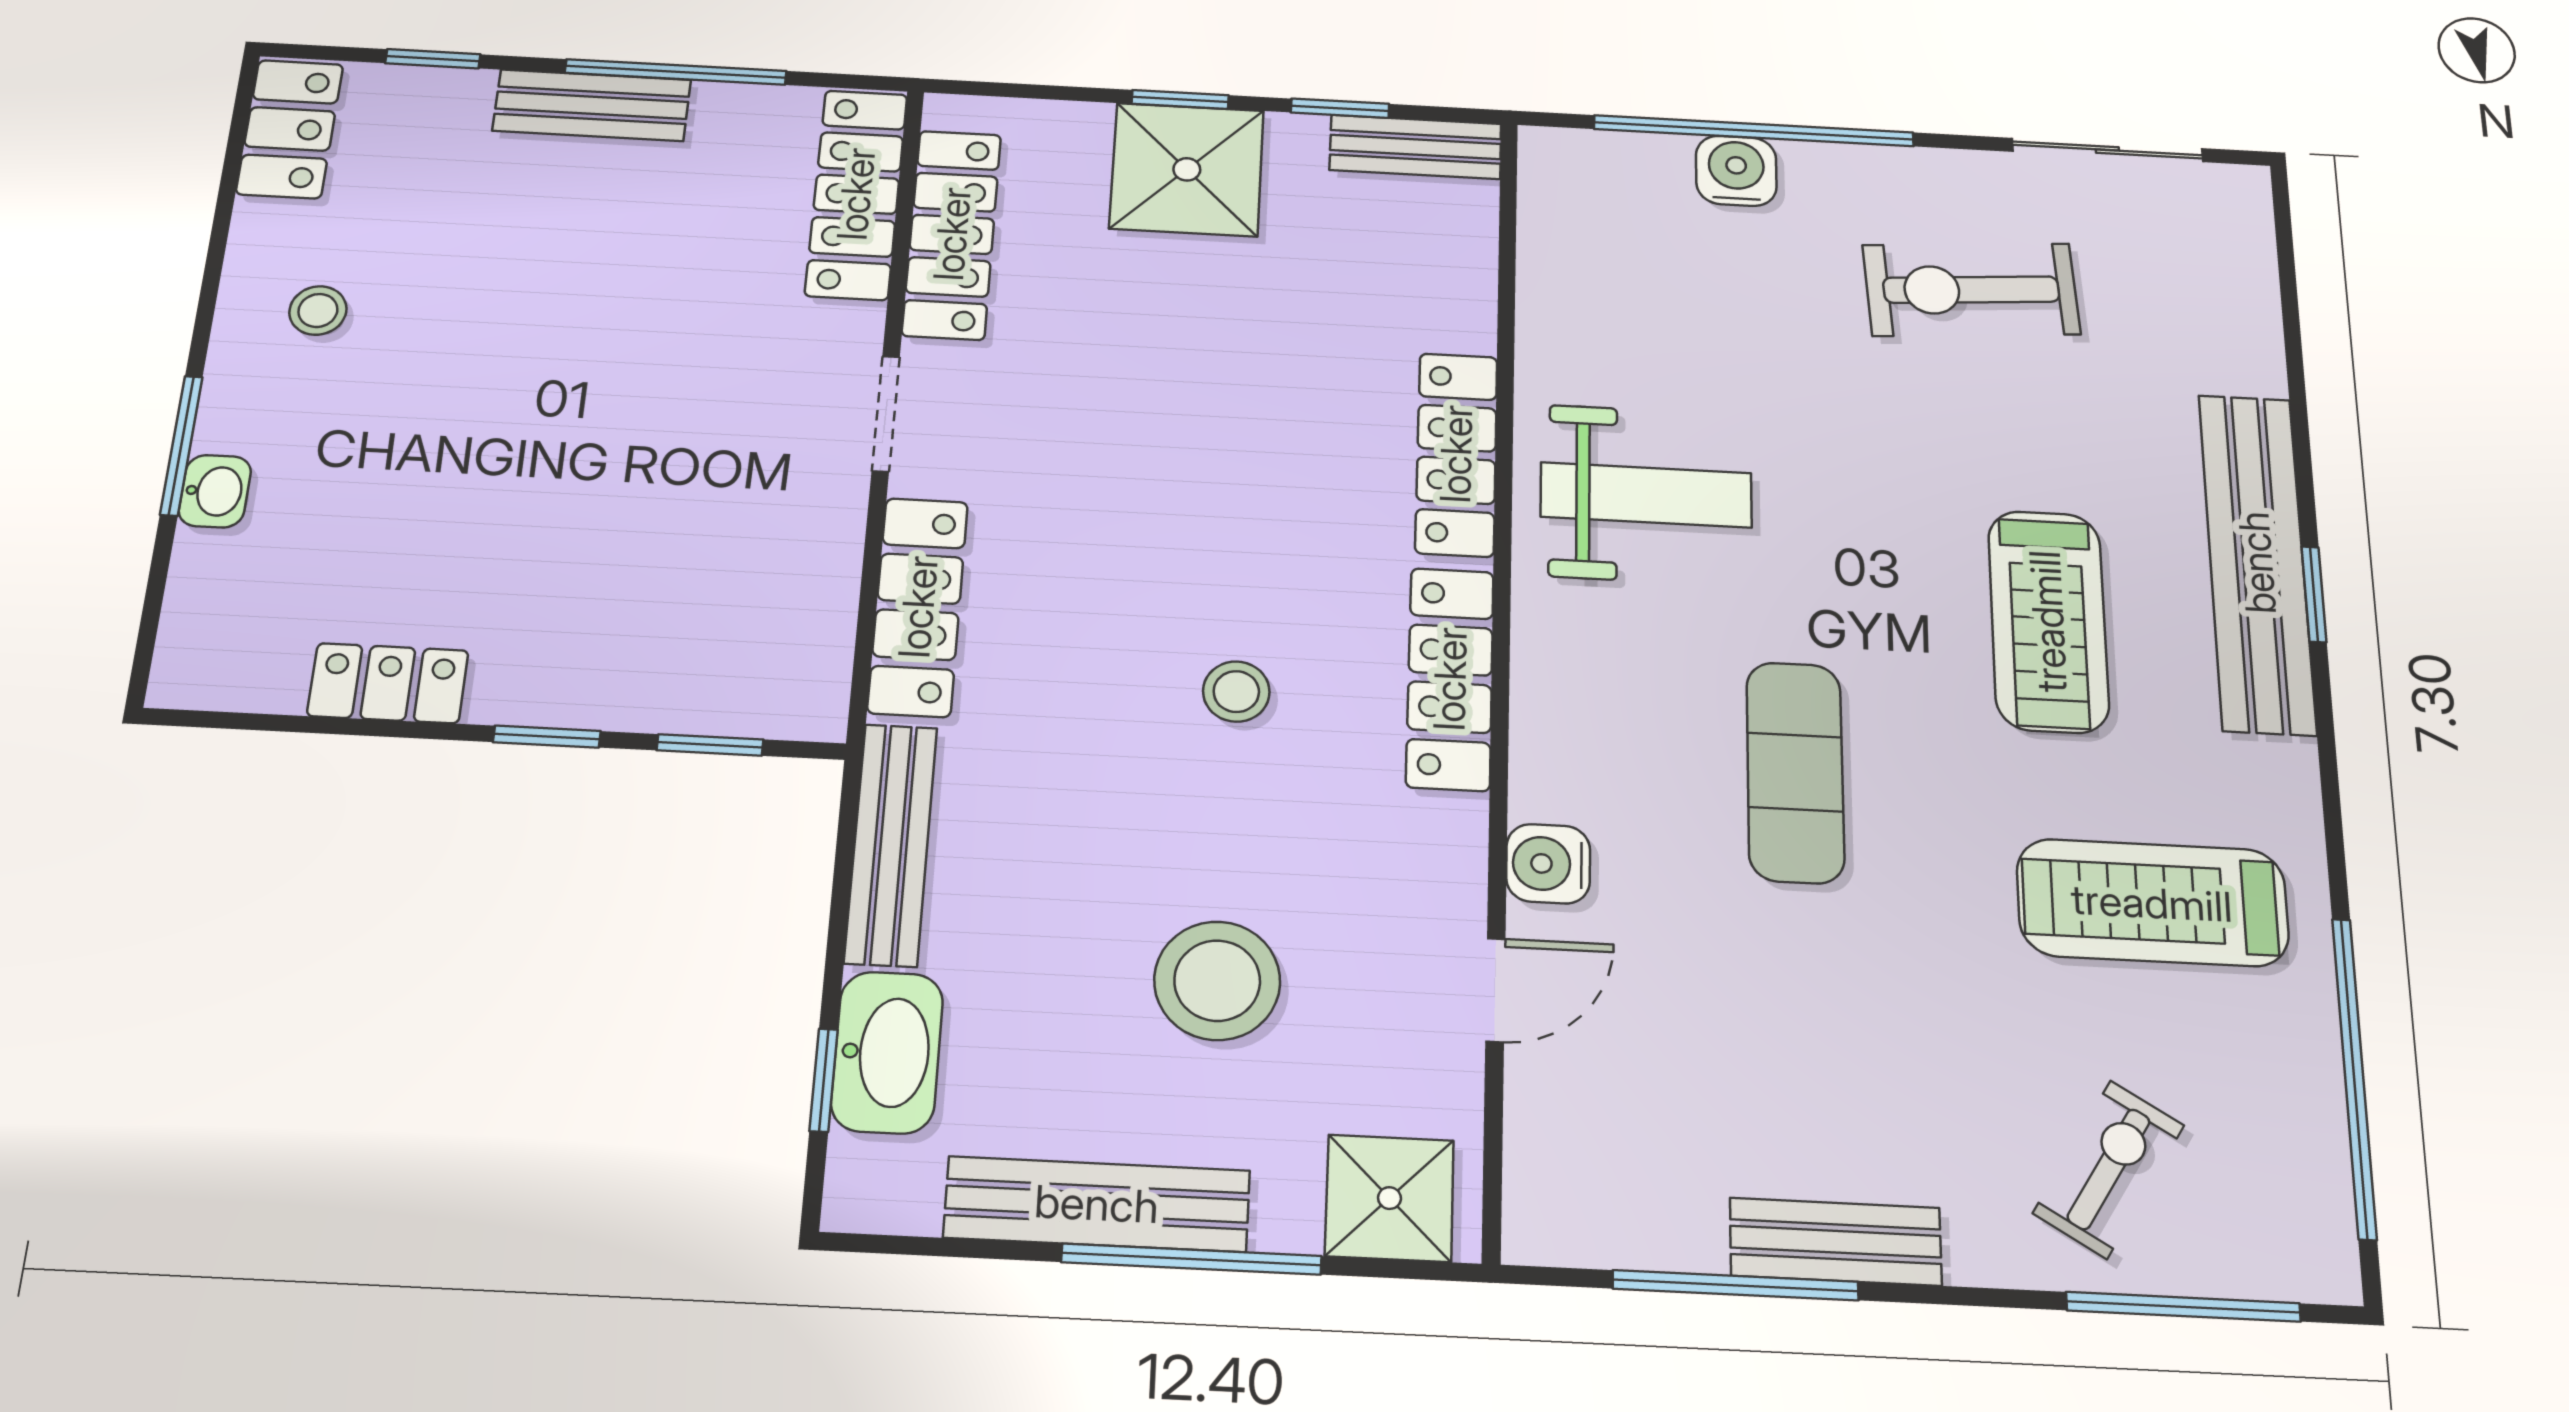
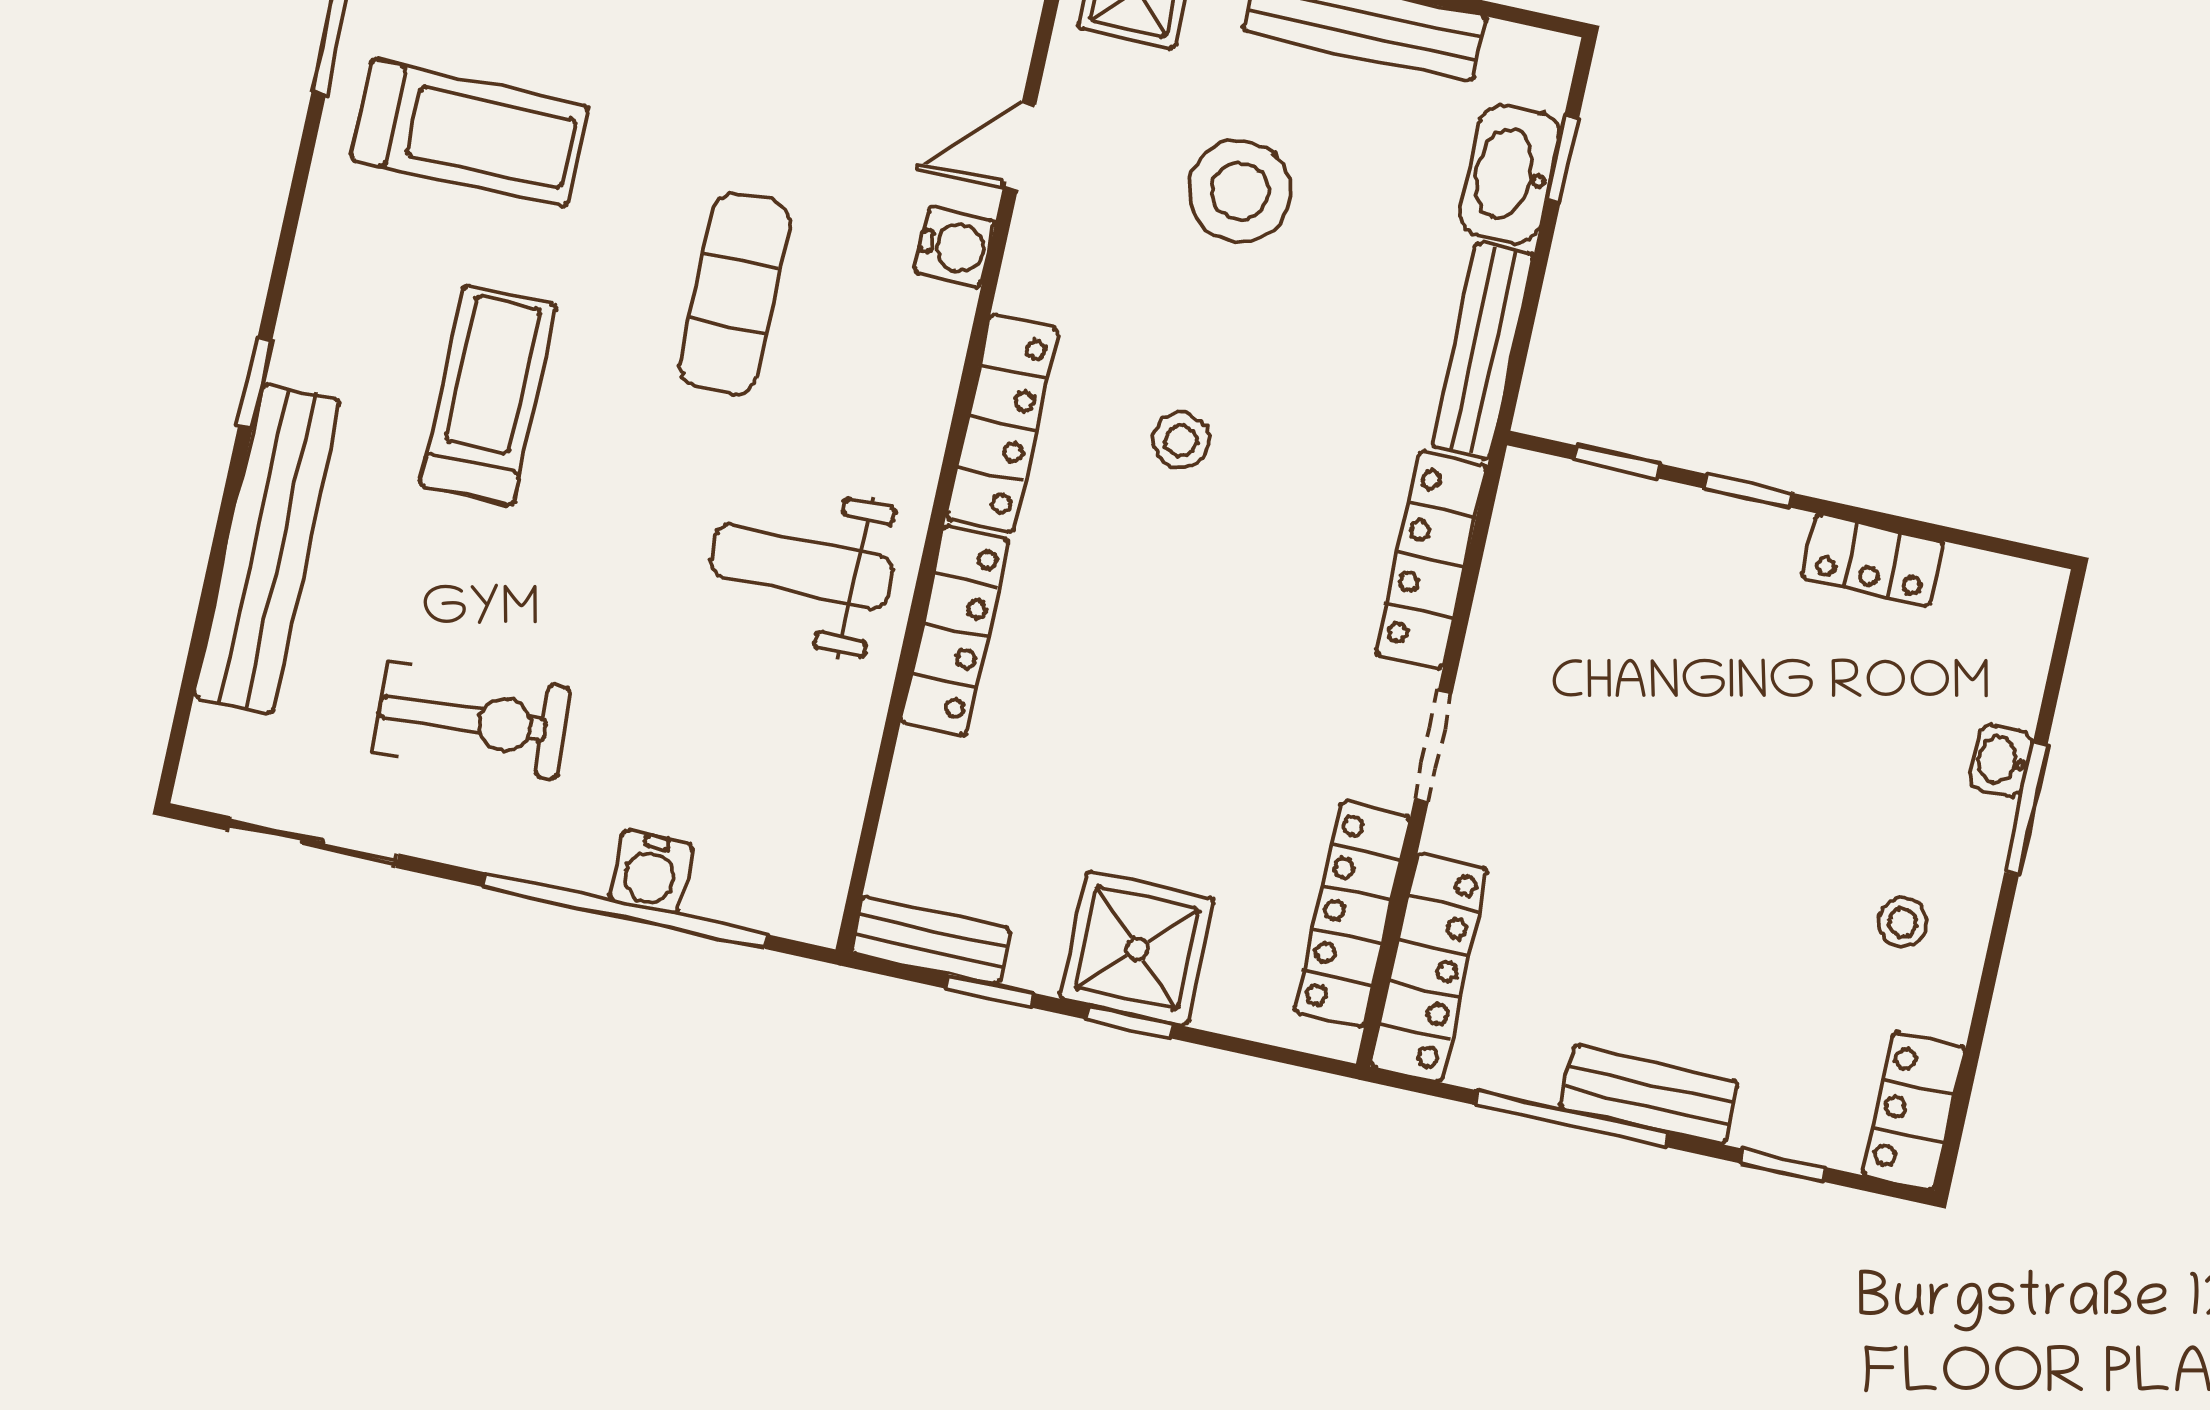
bench: (2257, 562) -> (267, 548), moved

